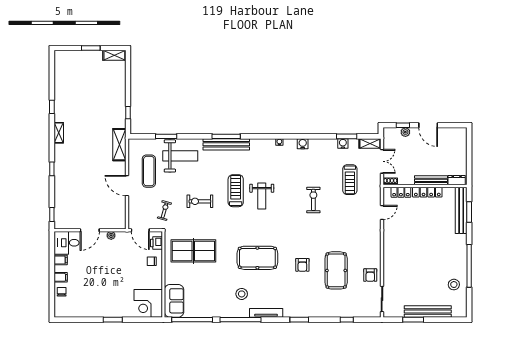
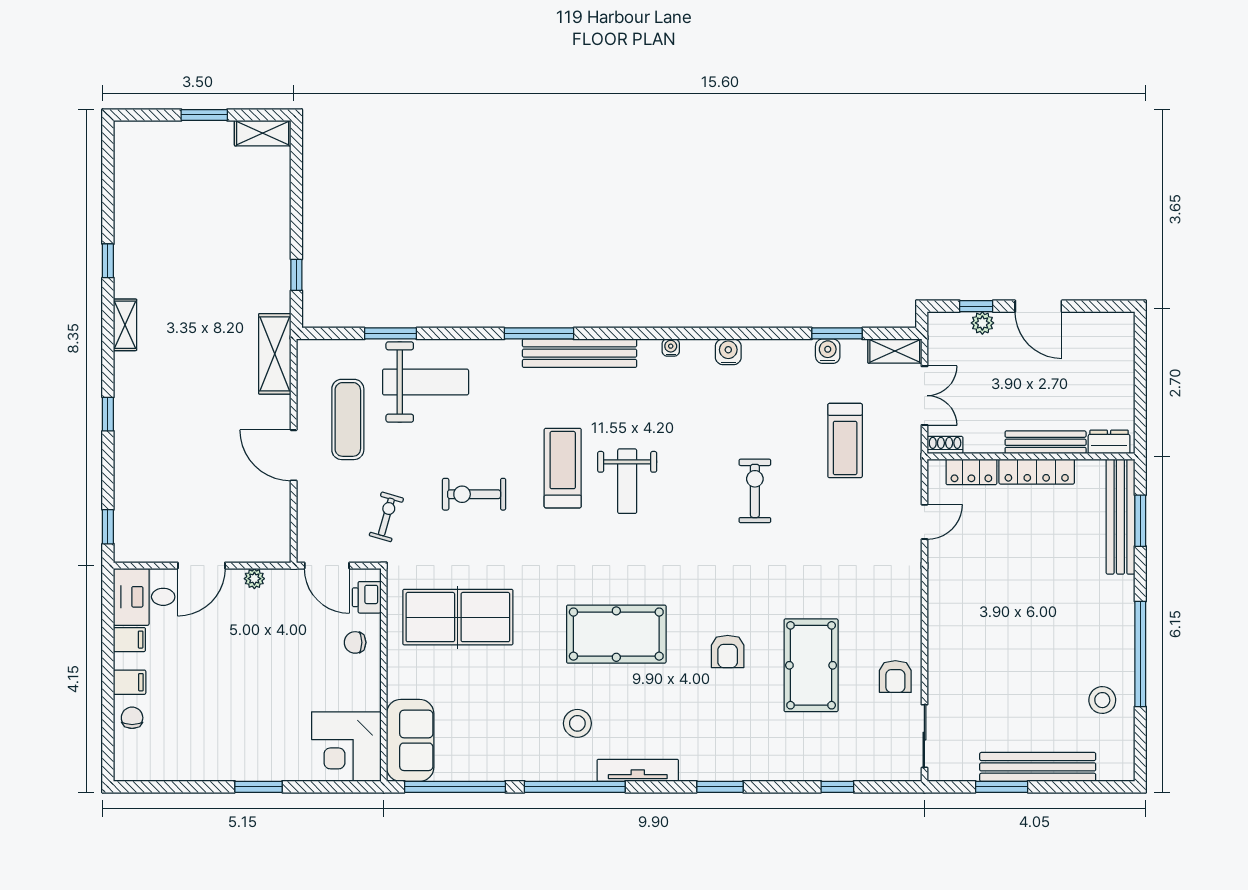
bench: (226, 144) -> (580, 353), moved

